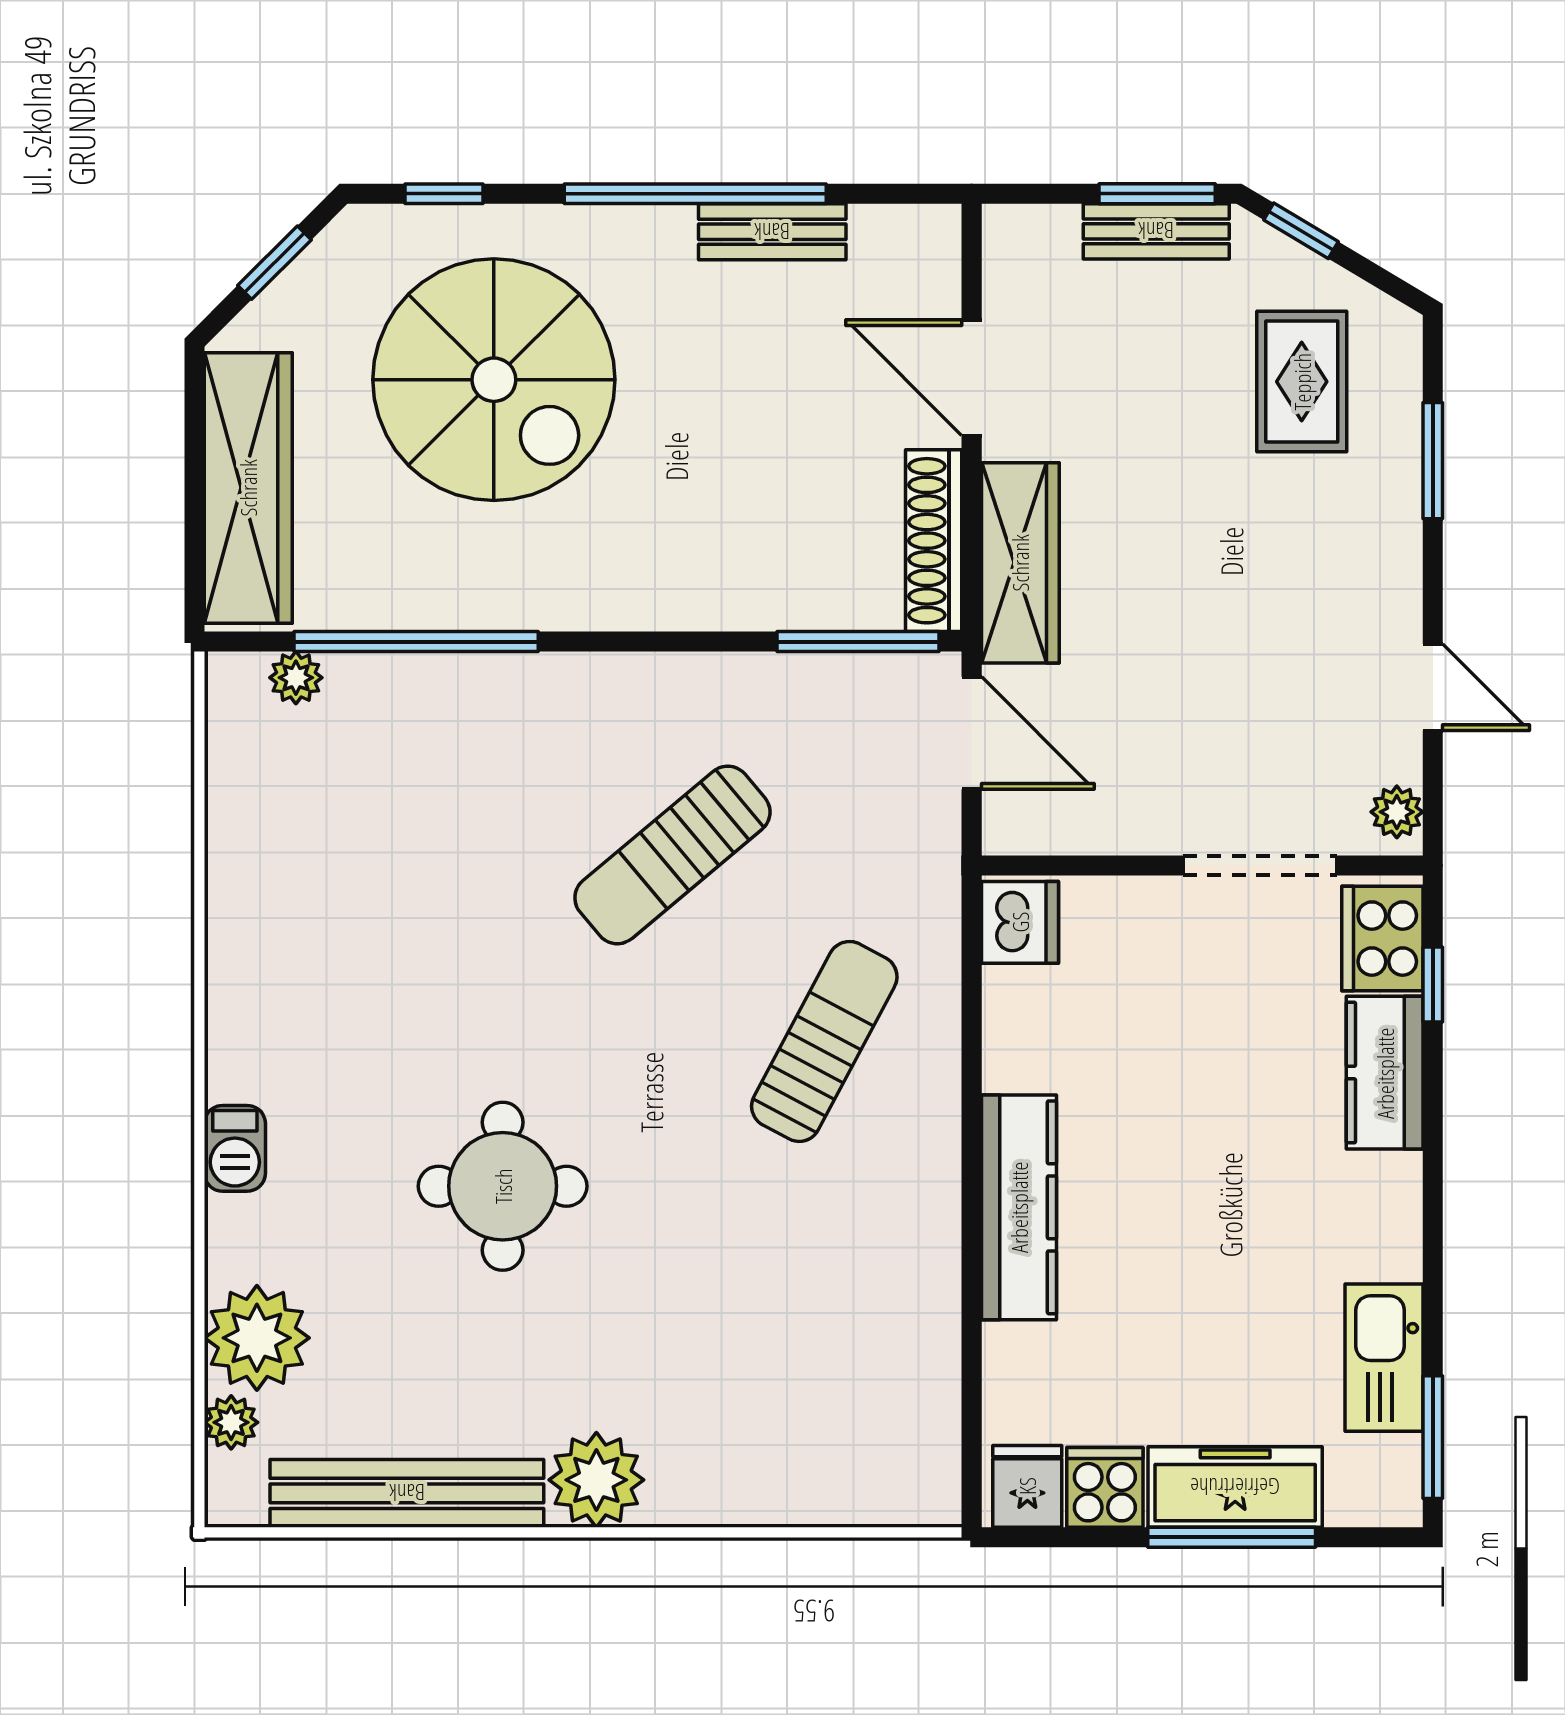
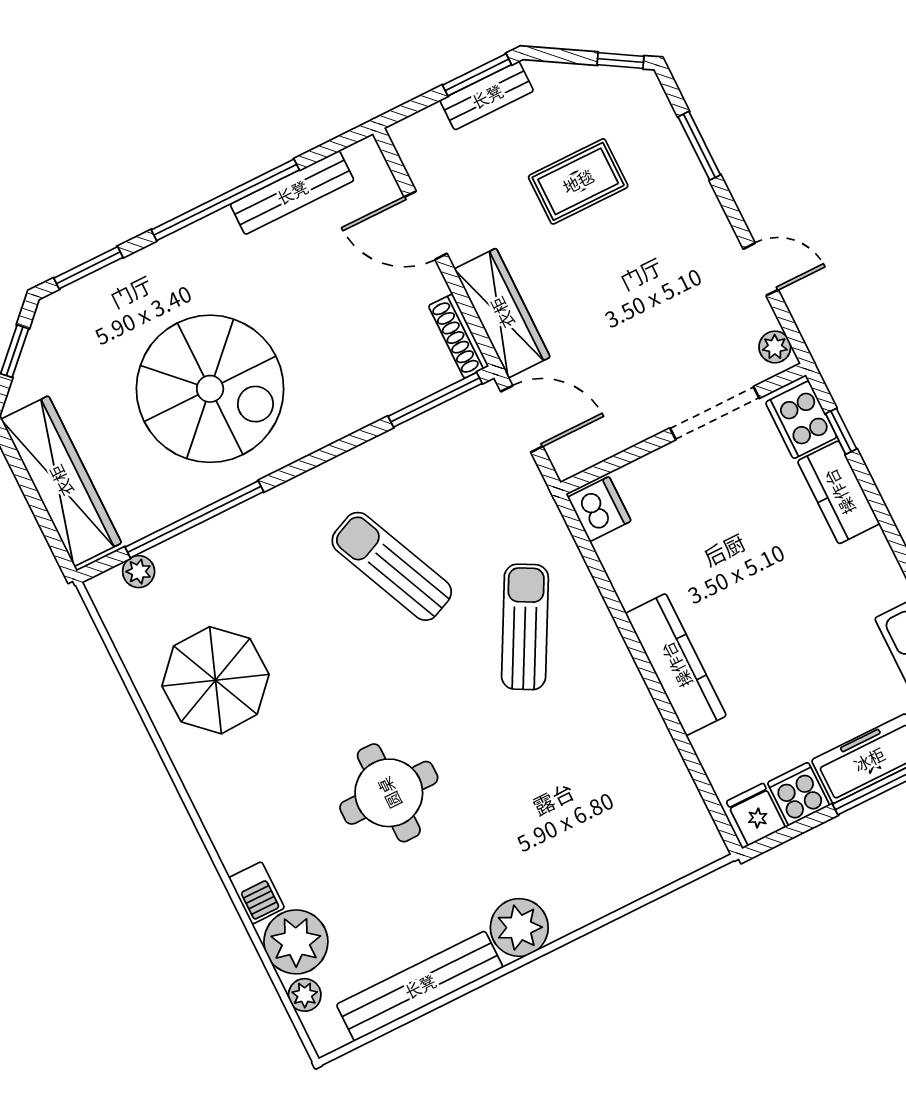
window: (444, 194) -> (88, 268), width x1.50
window: (1301, 231) -> (621, 60), moved
bench: (772, 232) -> (292, 192), width x1.36
spiral stairs: (494, 380) -> (210, 389), moved
rug: (1302, 382) -> (578, 181), moved, turned 90
shoe rack: (934, 541) -> (458, 336), width x0.74, depth x0.81
sun lounger: (672, 855) -> (392, 566), turned 106
parasol: (330, 894) -> (215, 680), added
barbecue: (235, 1148) -> (257, 893), moved

